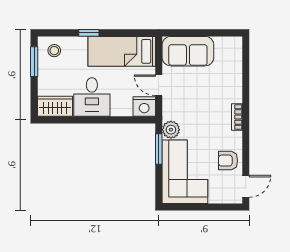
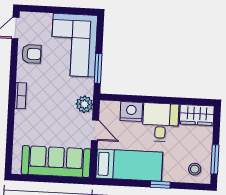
sofa: (188, 51) -> (56, 162), width x1.36
nightstand: (144, 107) -> (131, 111), moved
plant: (171, 130) -> (84, 104), moved

